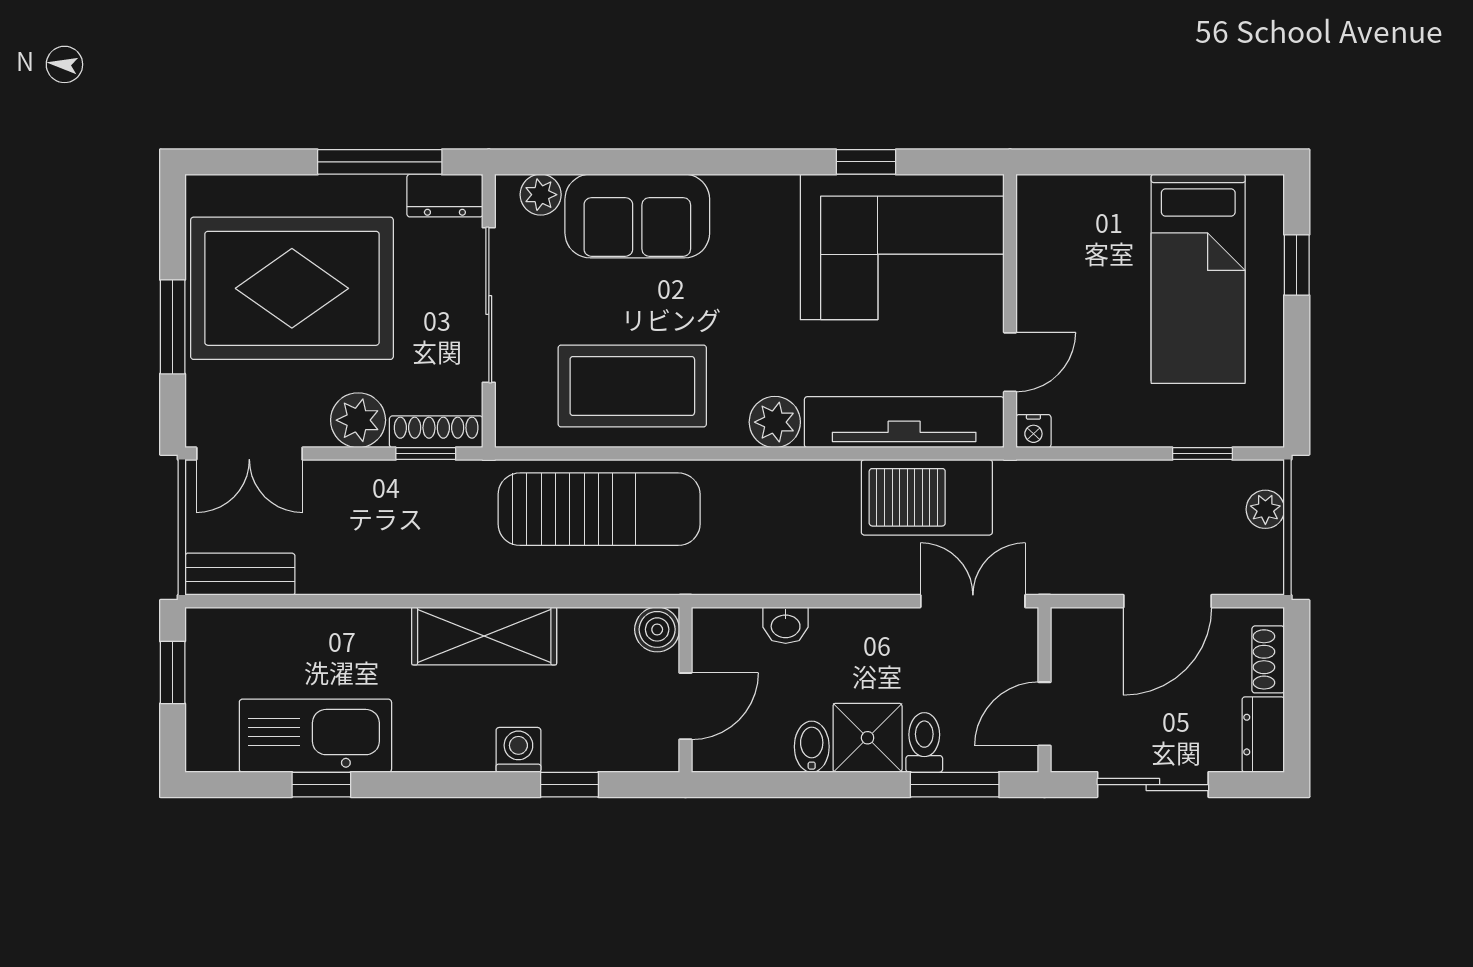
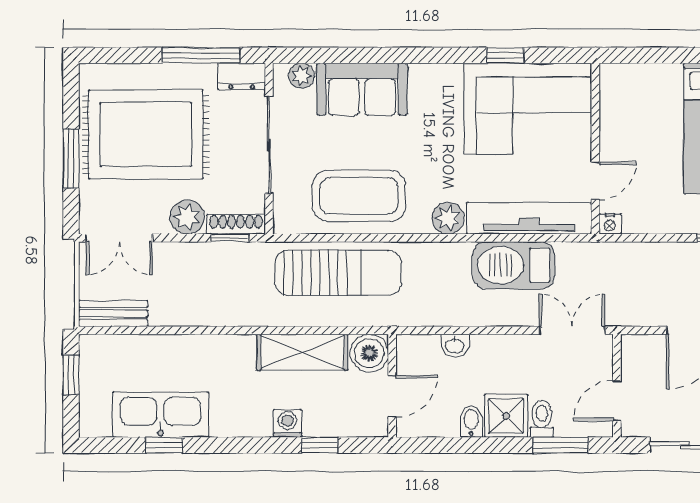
barbecue: (927, 497) -> (514, 265), moved
boiler: (657, 629) -> (369, 353), width x1.36, depth x1.36
shelving: (484, 636) -> (302, 352), moved

